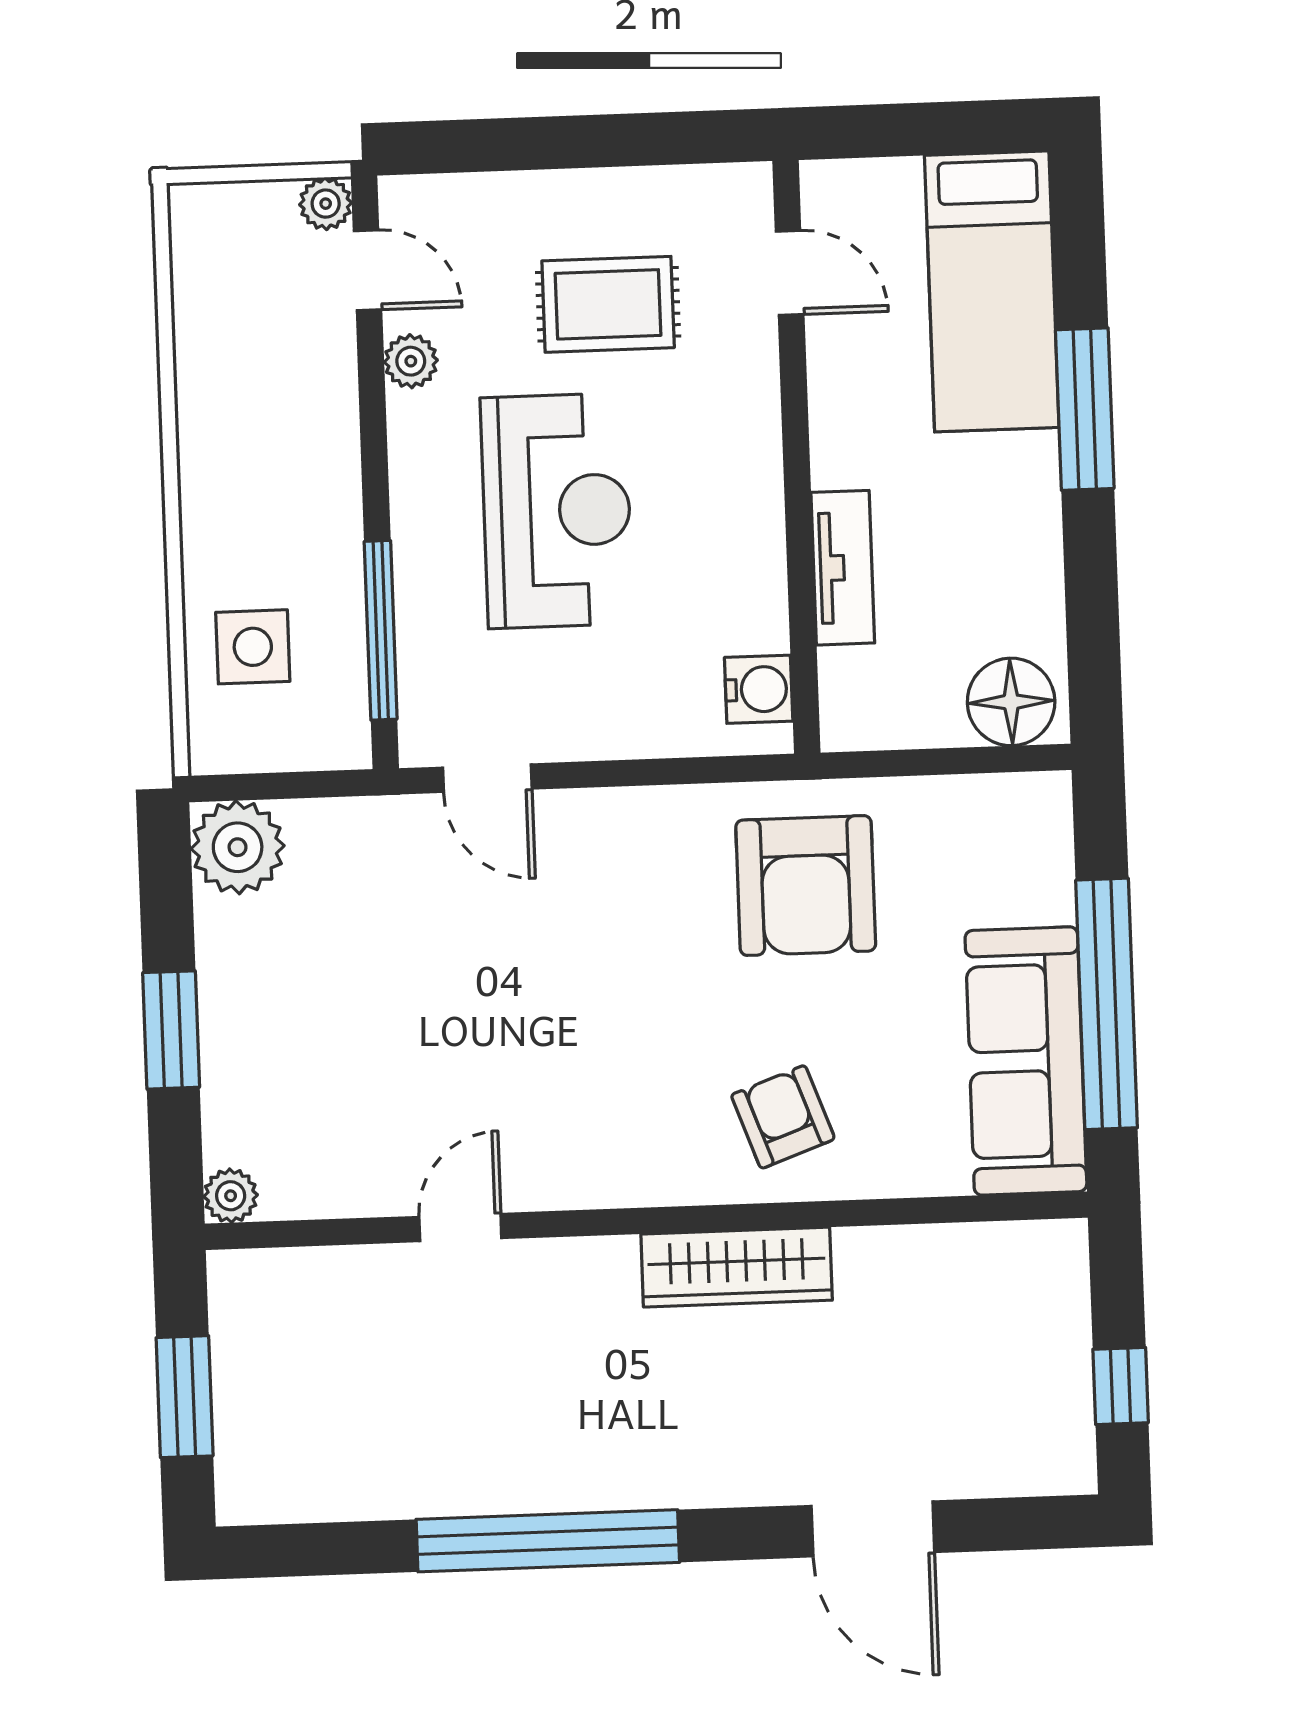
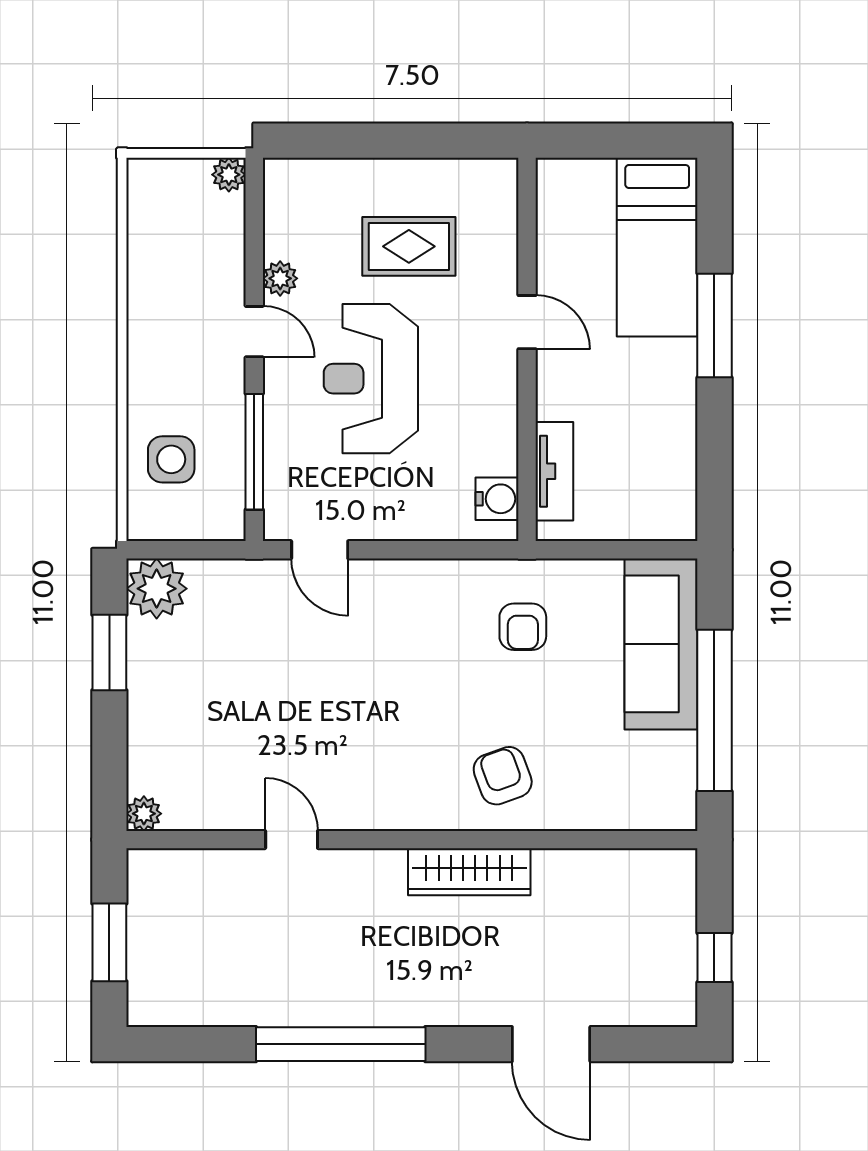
door: (367, 270) -> (254, 332), moved
door: (790, 273) -> (527, 322), moved
reception desk: (557, 511) -> (371, 379), turned 180
tv unit: (843, 568) -> (554, 471), moved
floor lamp: (1011, 702) -> (660, 513), removed
armchair: (806, 886) -> (523, 627), width x0.53, depth x0.53
window: (171, 1030) -> (109, 652), moved
sofa: (1026, 1061) -> (661, 644), moved
door: (460, 1228) -> (292, 840), hinge flipped

